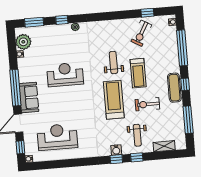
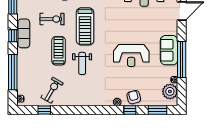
armchair: (59, 33) -> (134, 97), added
window: (15, 88) -> (182, 60), moved
sofa: (29, 97) -> (169, 50), moved

